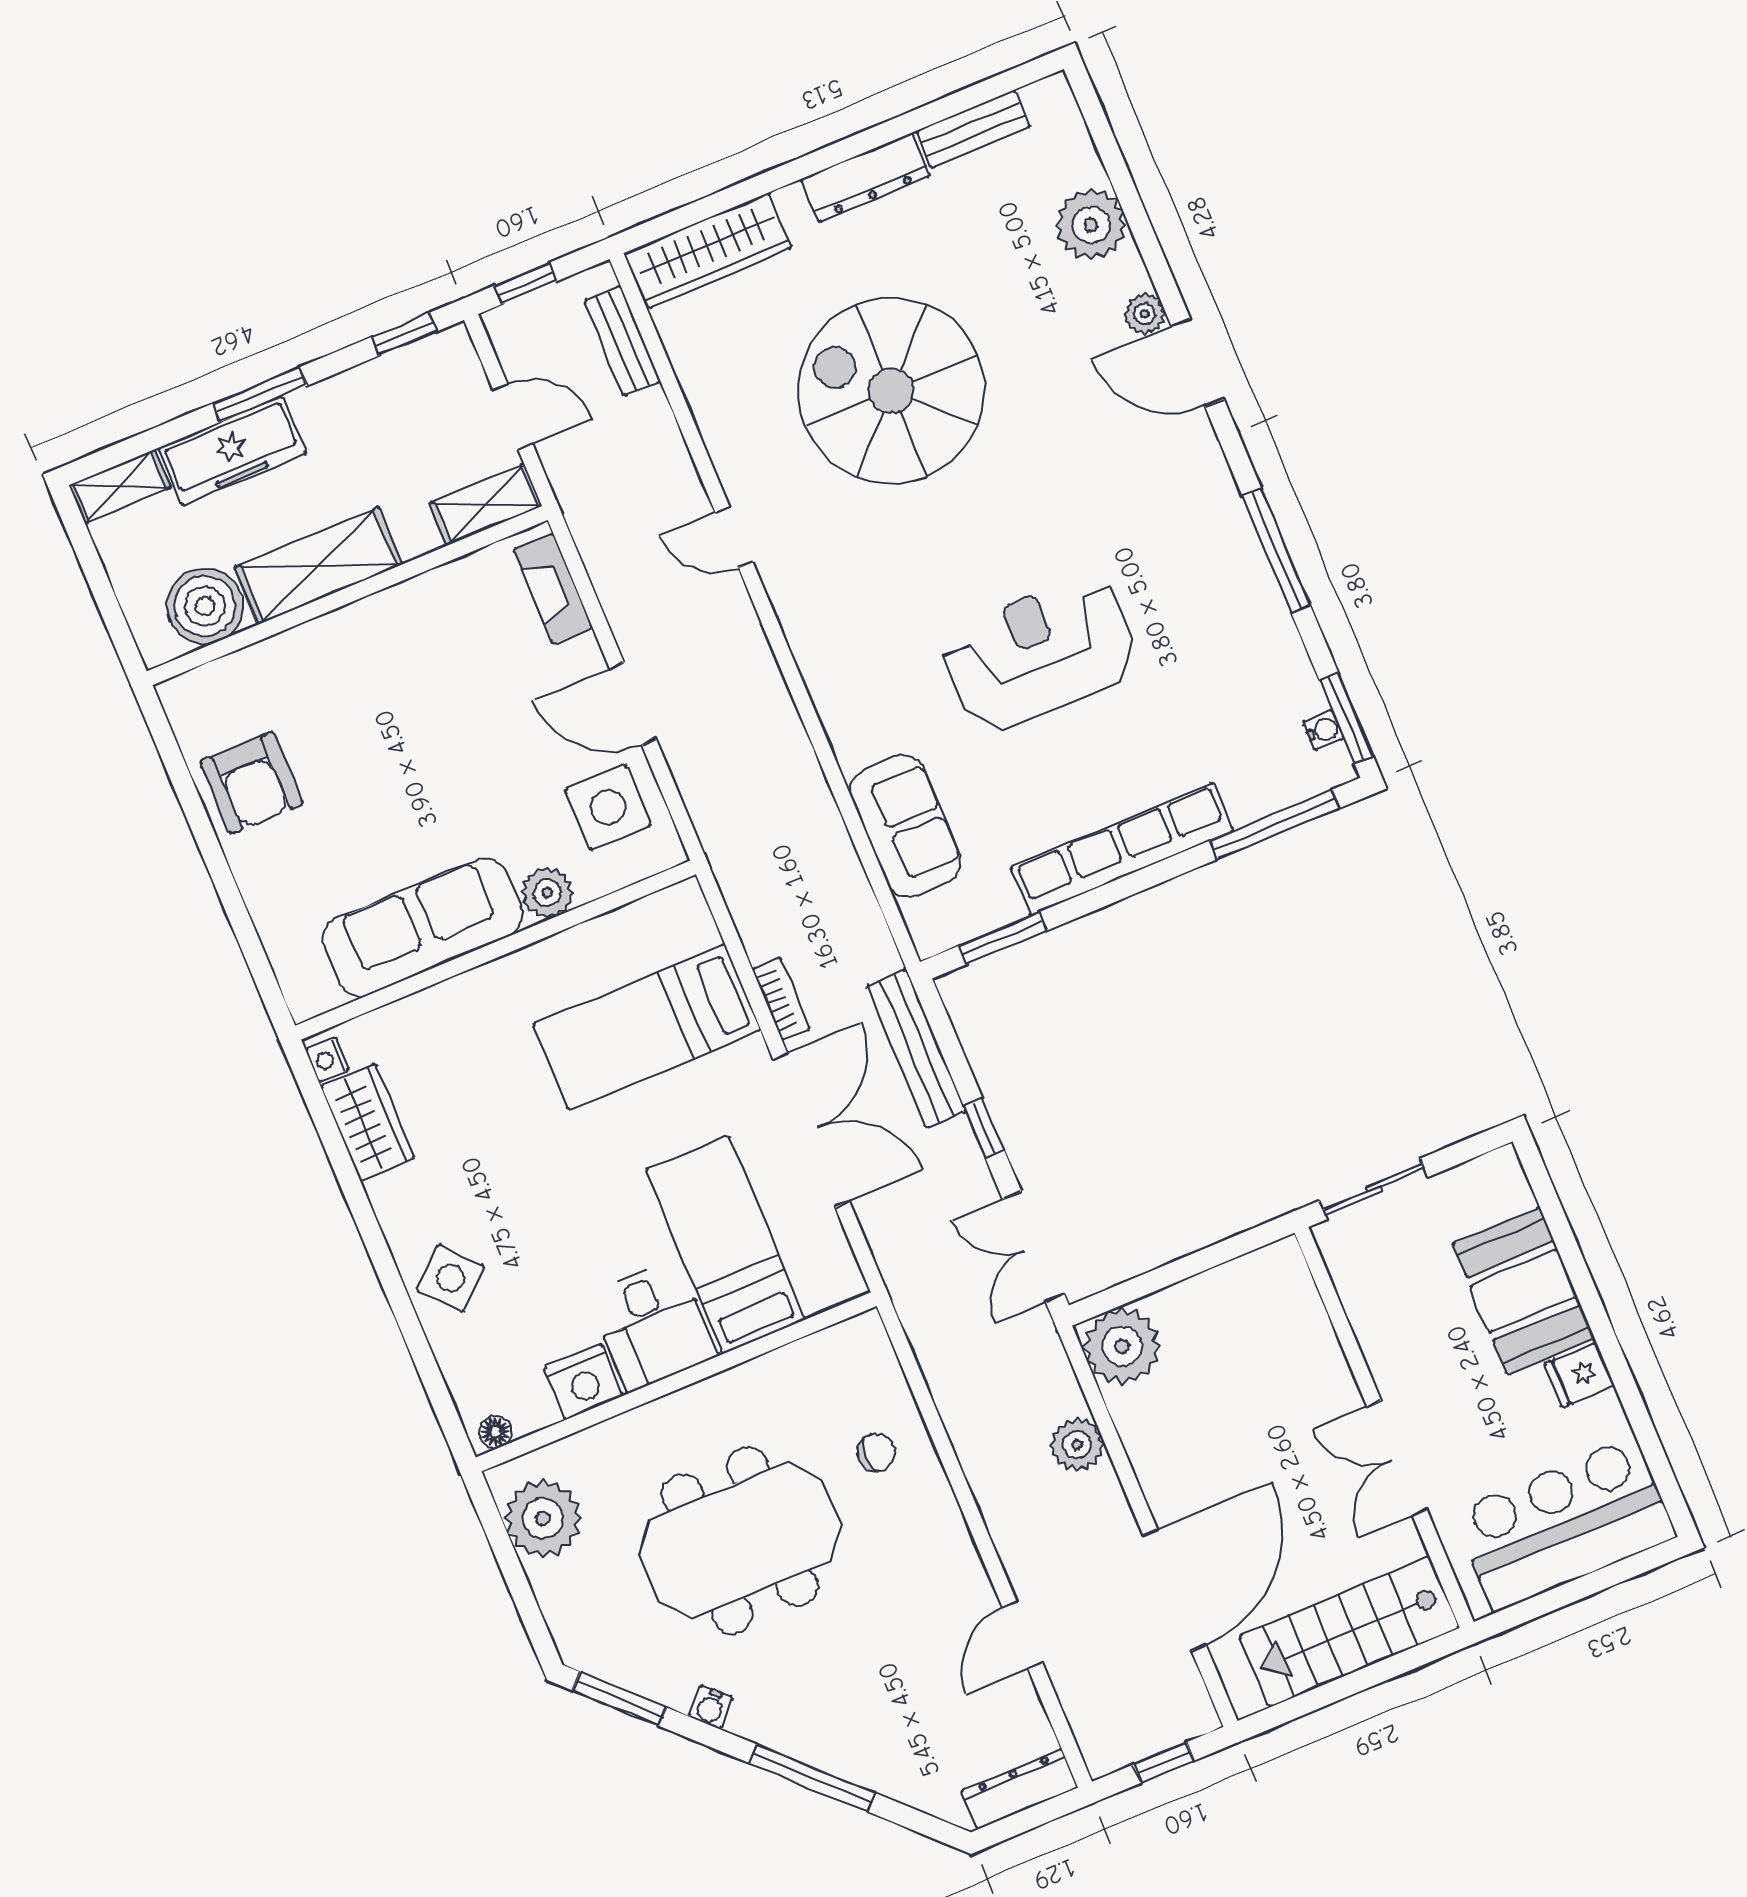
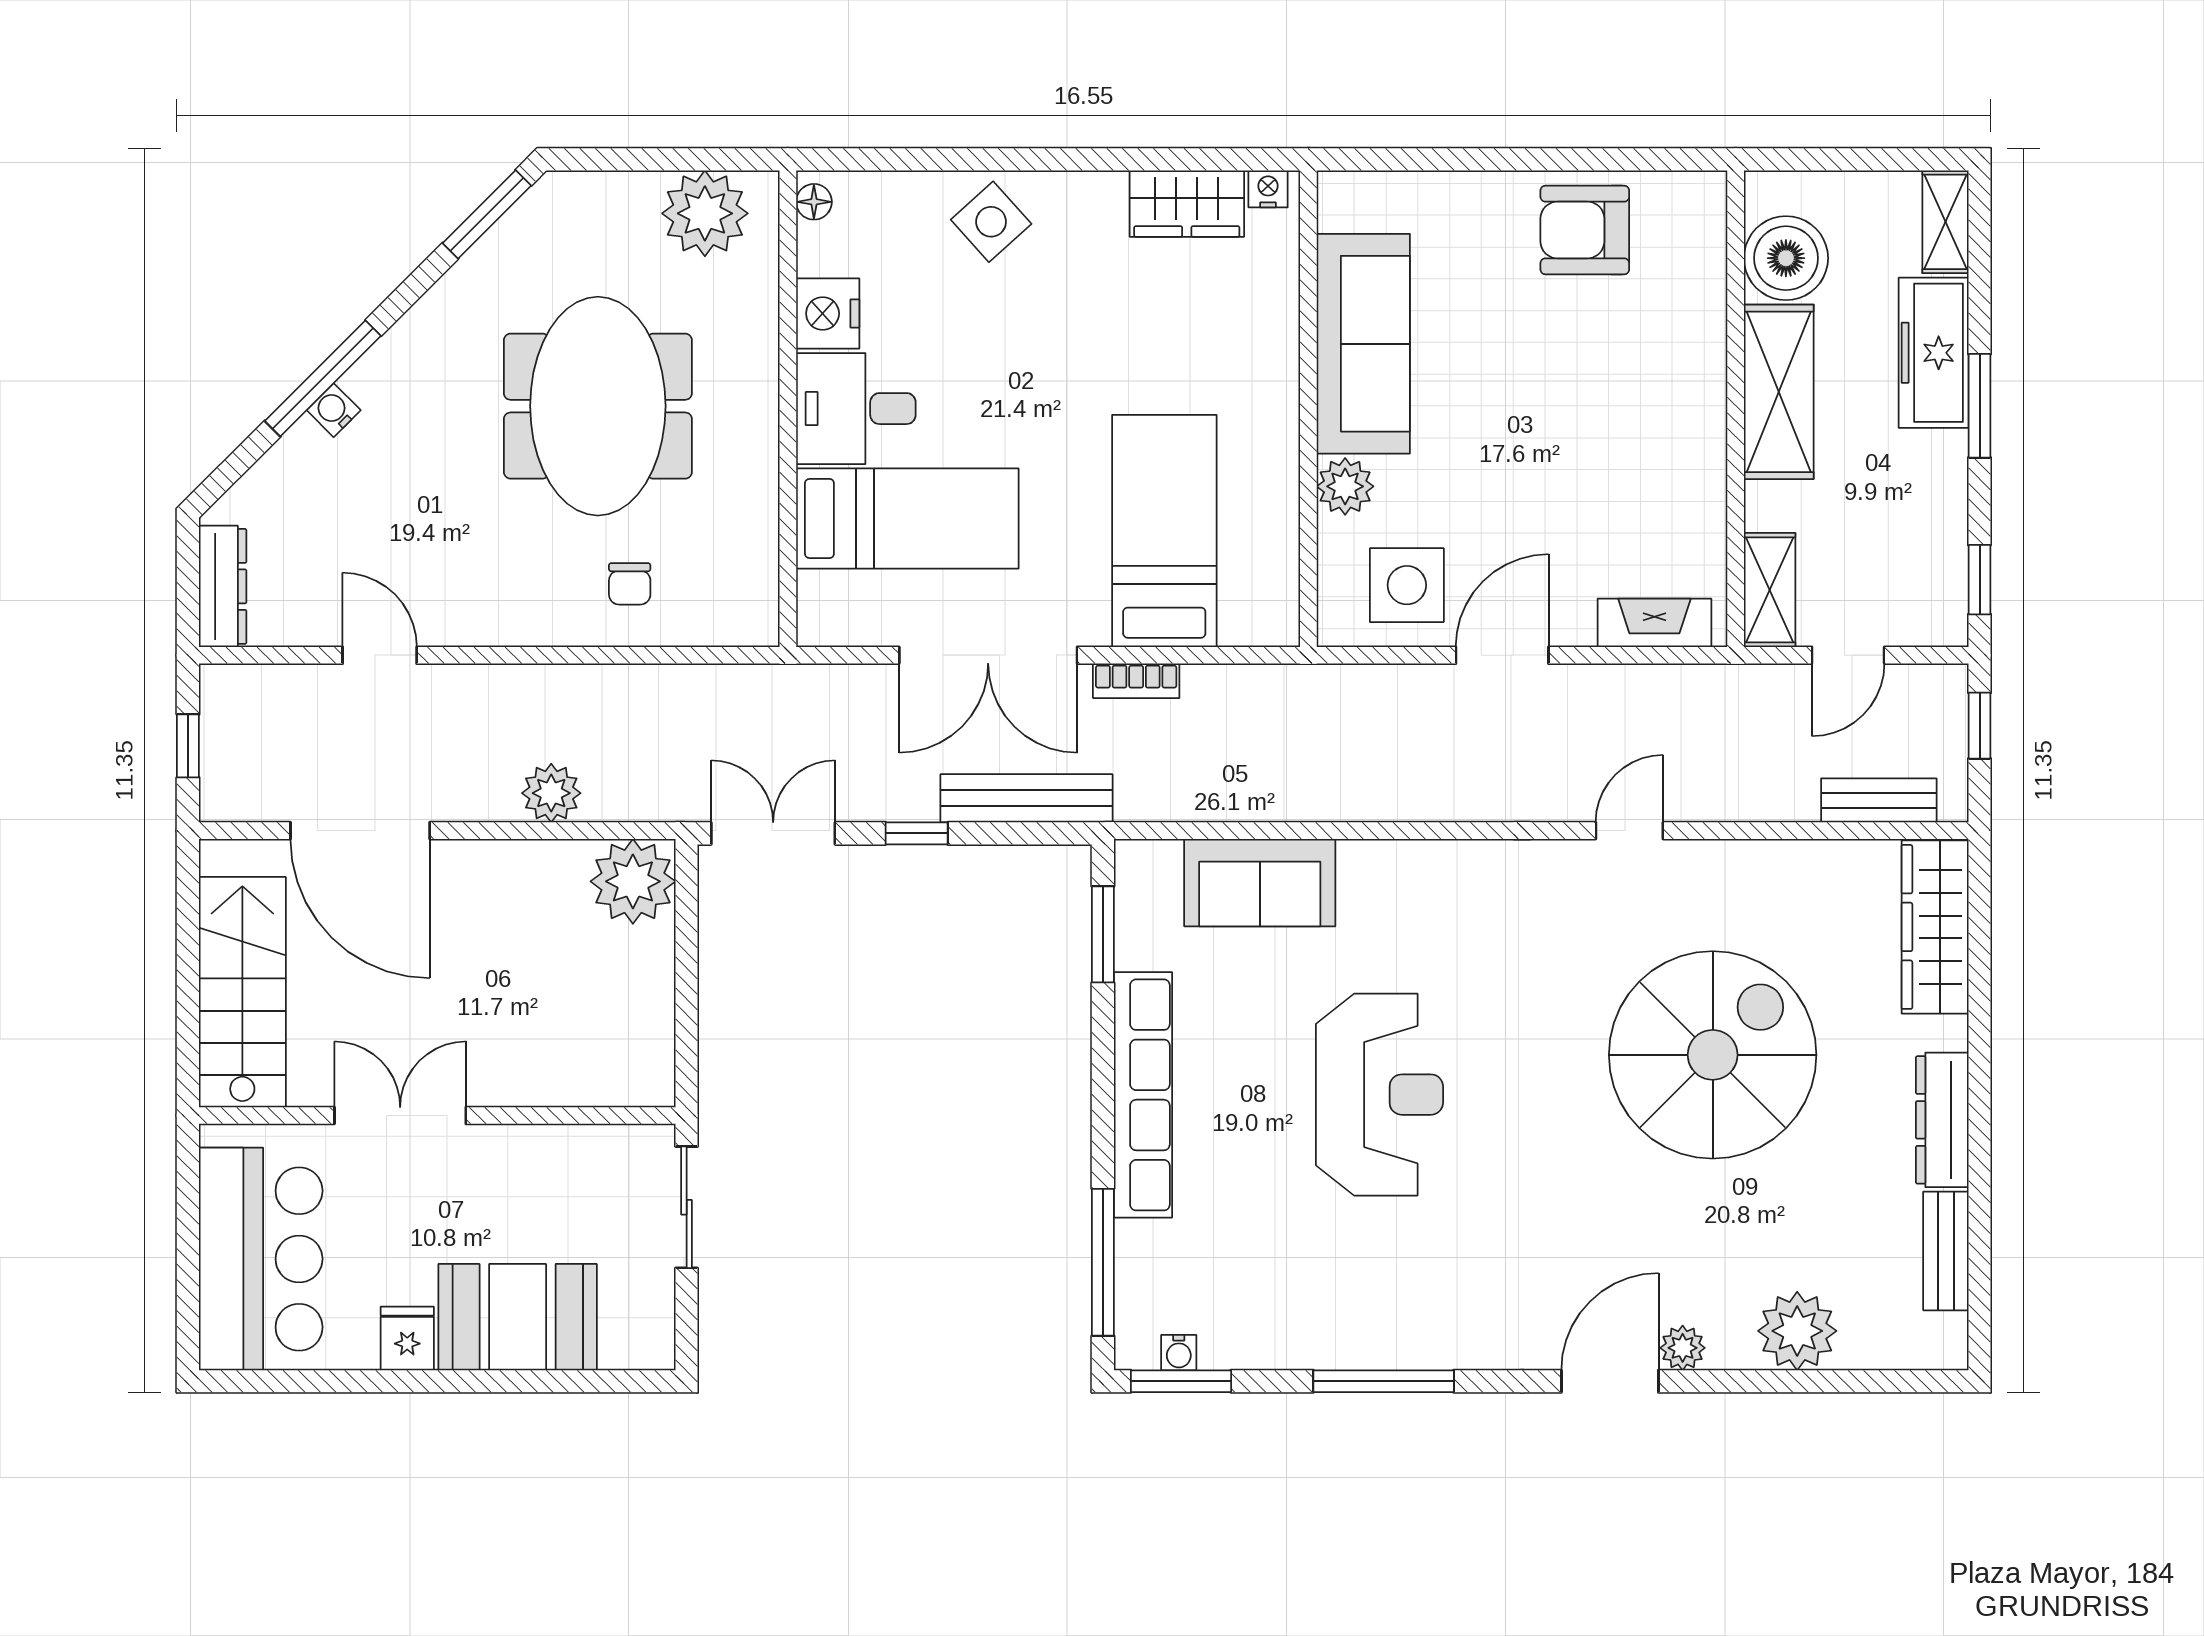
water cooler: (711, 1707) -> (334, 410), moved

